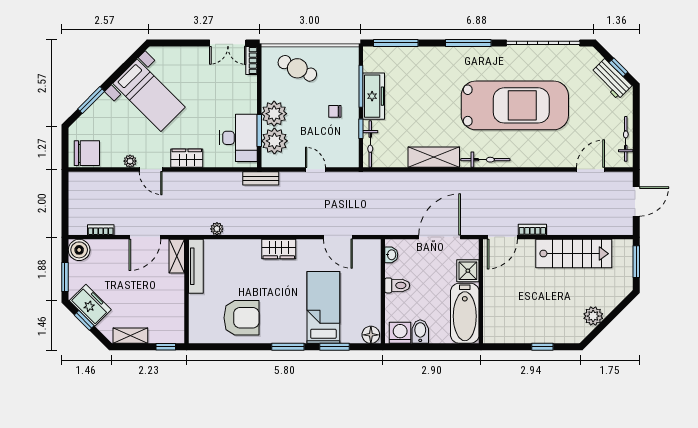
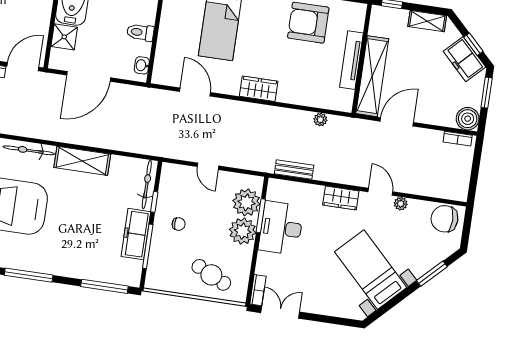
desk: (239, 138) -> (281, 228), moved
bench: (261, 178) -> (294, 170), moved
bookcase: (101, 230) -> (458, 139), moved
shelving: (177, 256) -> (372, 76), width x2.20, depth x1.33
tv unit: (196, 266) -> (351, 60), moved

